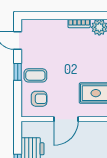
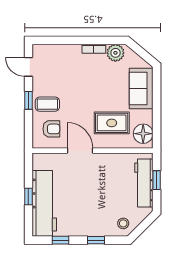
door: (66, 119) -> (80, 151), swing flipped

